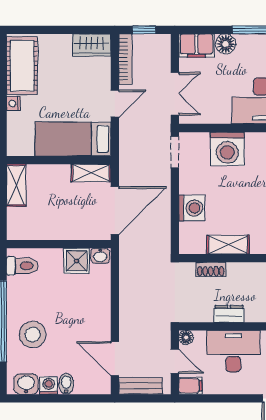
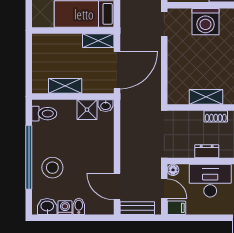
shelving: (16, 185) -> (65, 86), moved, turned 90
washing machine: (192, 208) -> (177, 68), removed
shoe rack: (211, 269) -> (216, 116), moved

